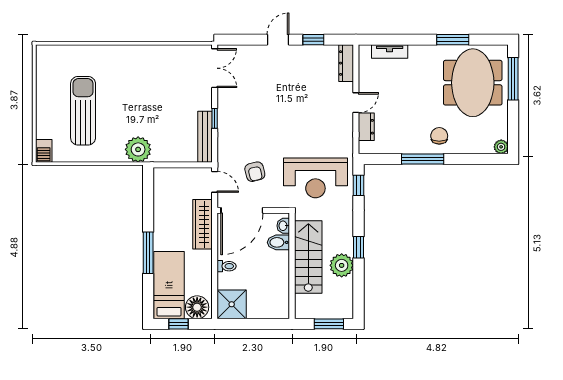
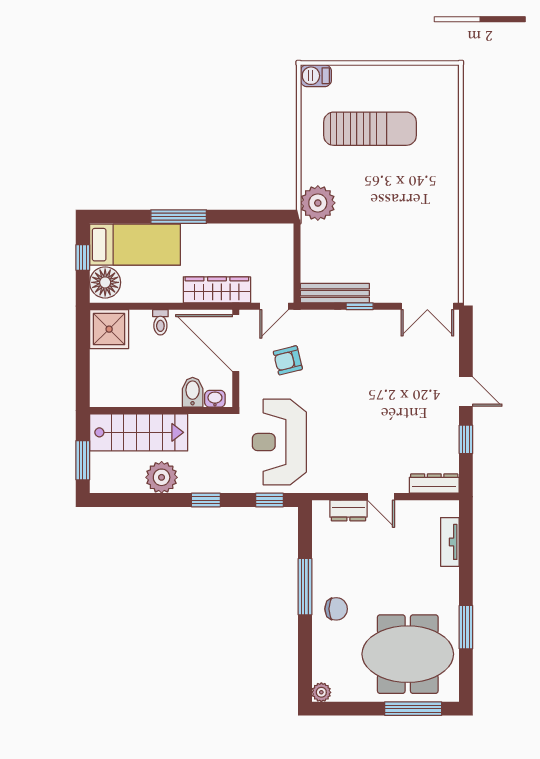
window: (358, 247) -> (206, 500), moved
stairs: (308, 257) -> (139, 432), moved

